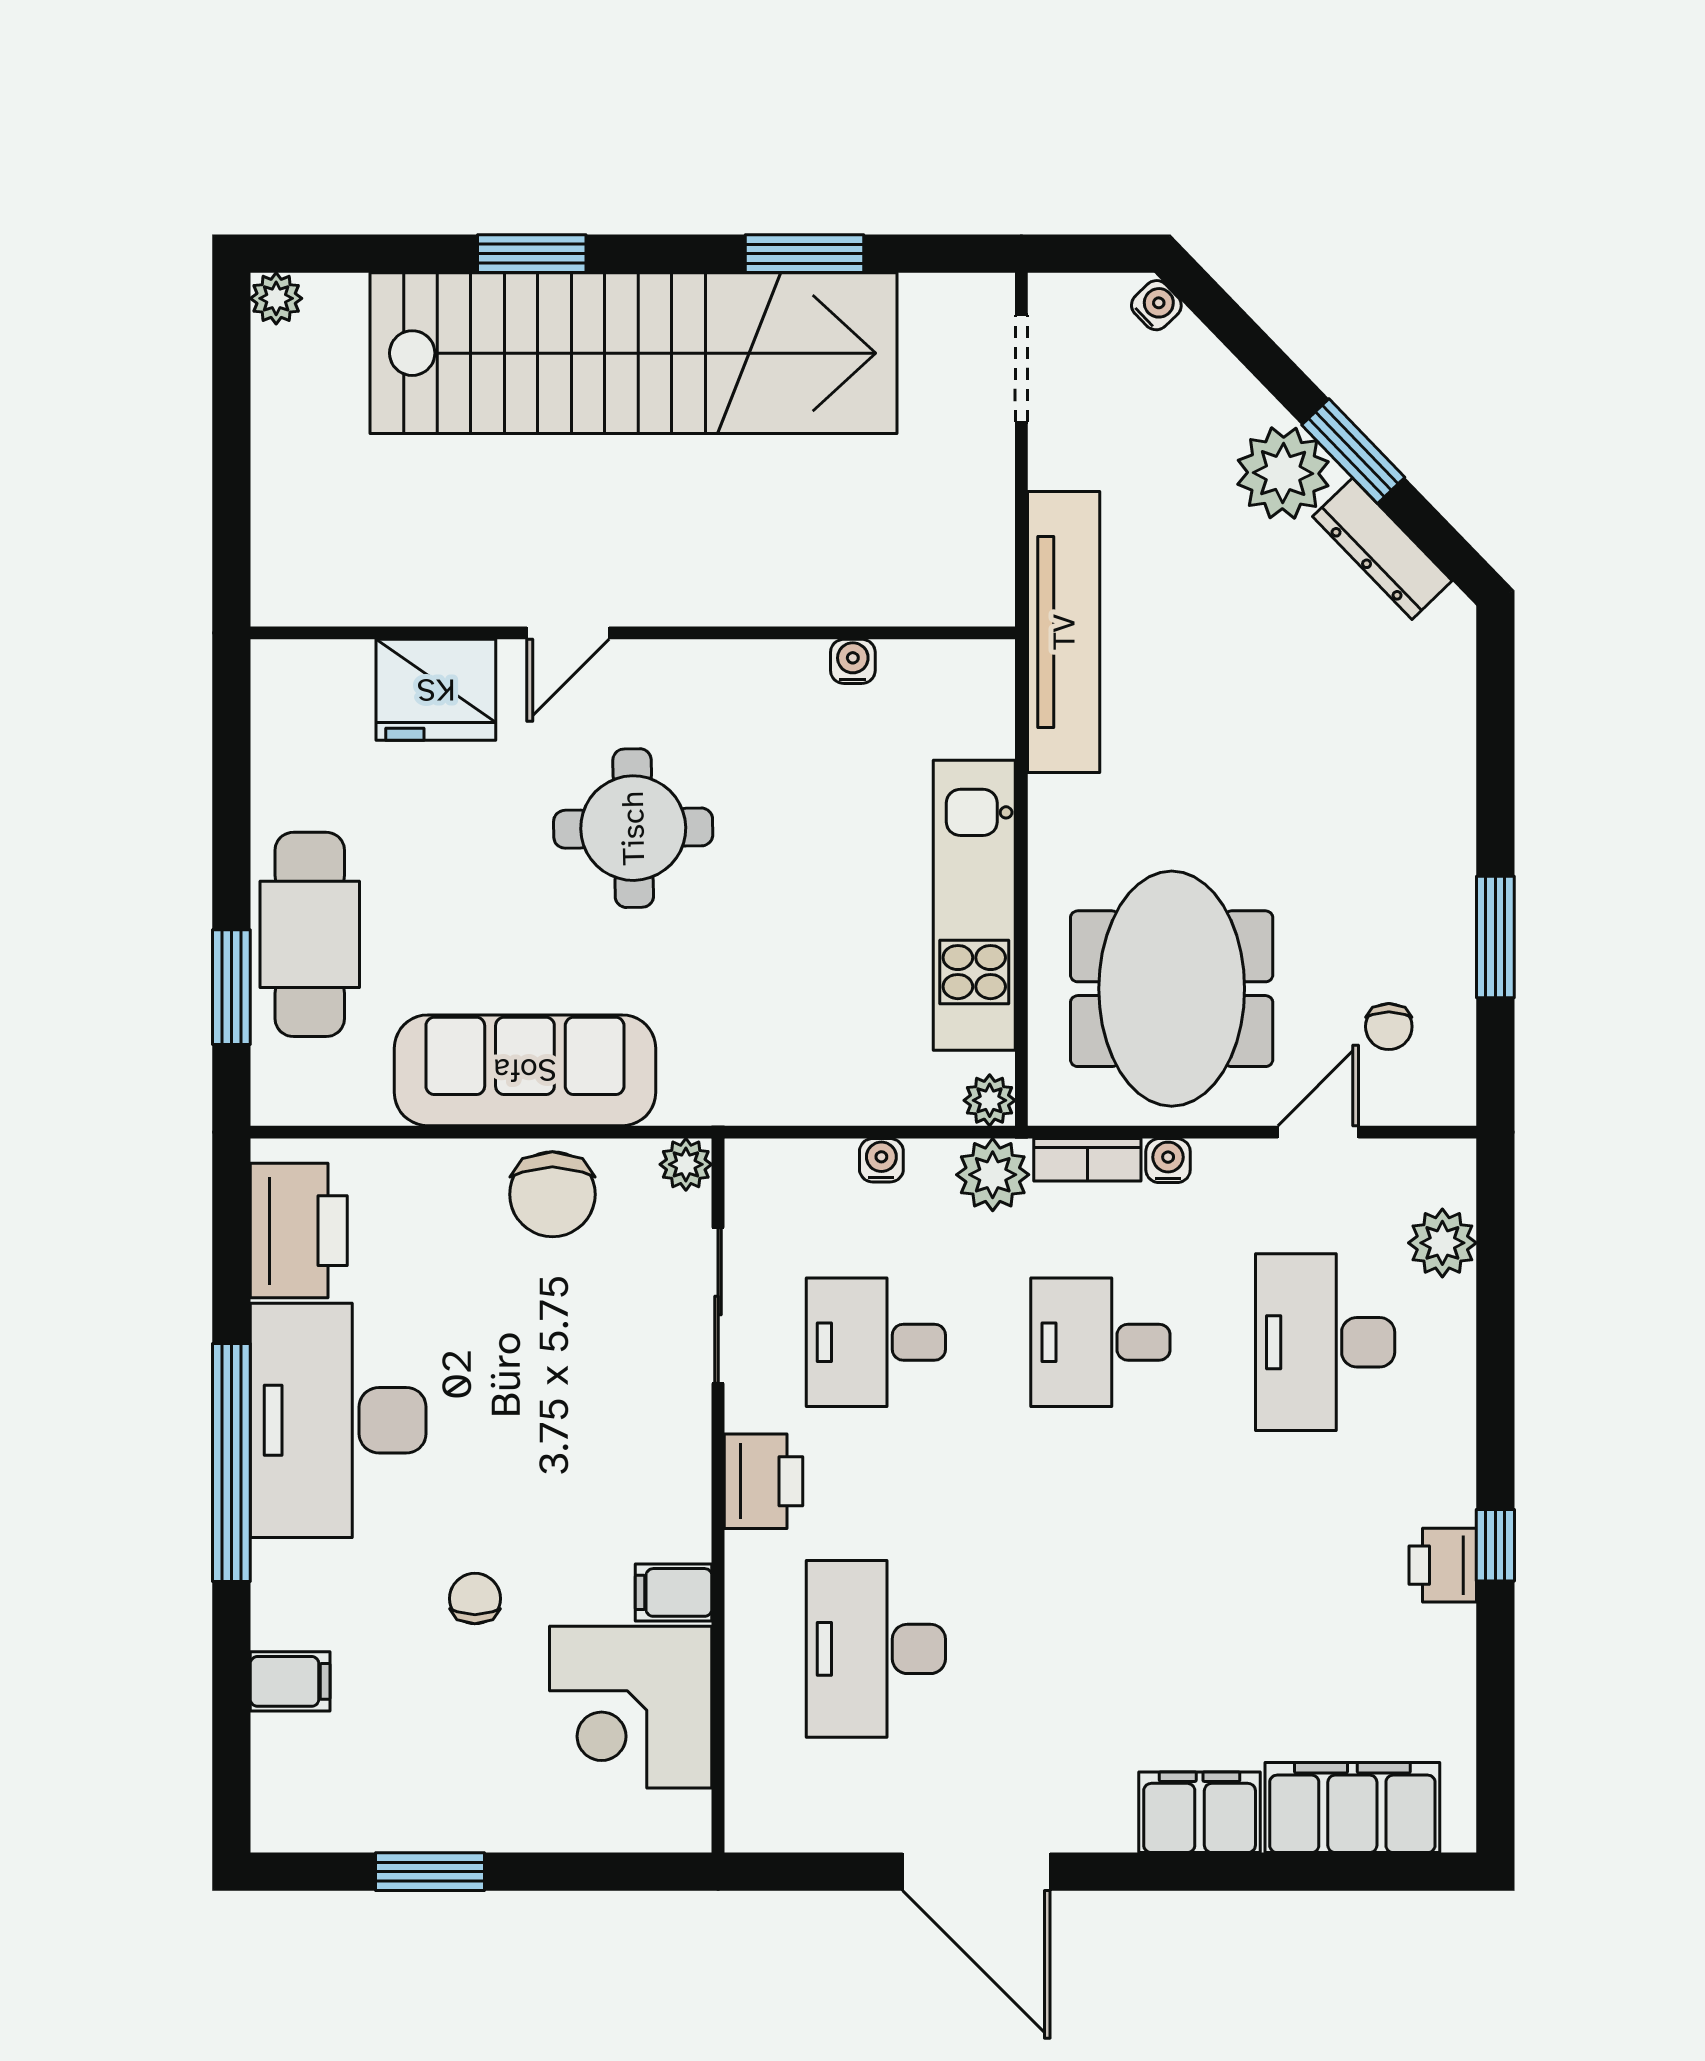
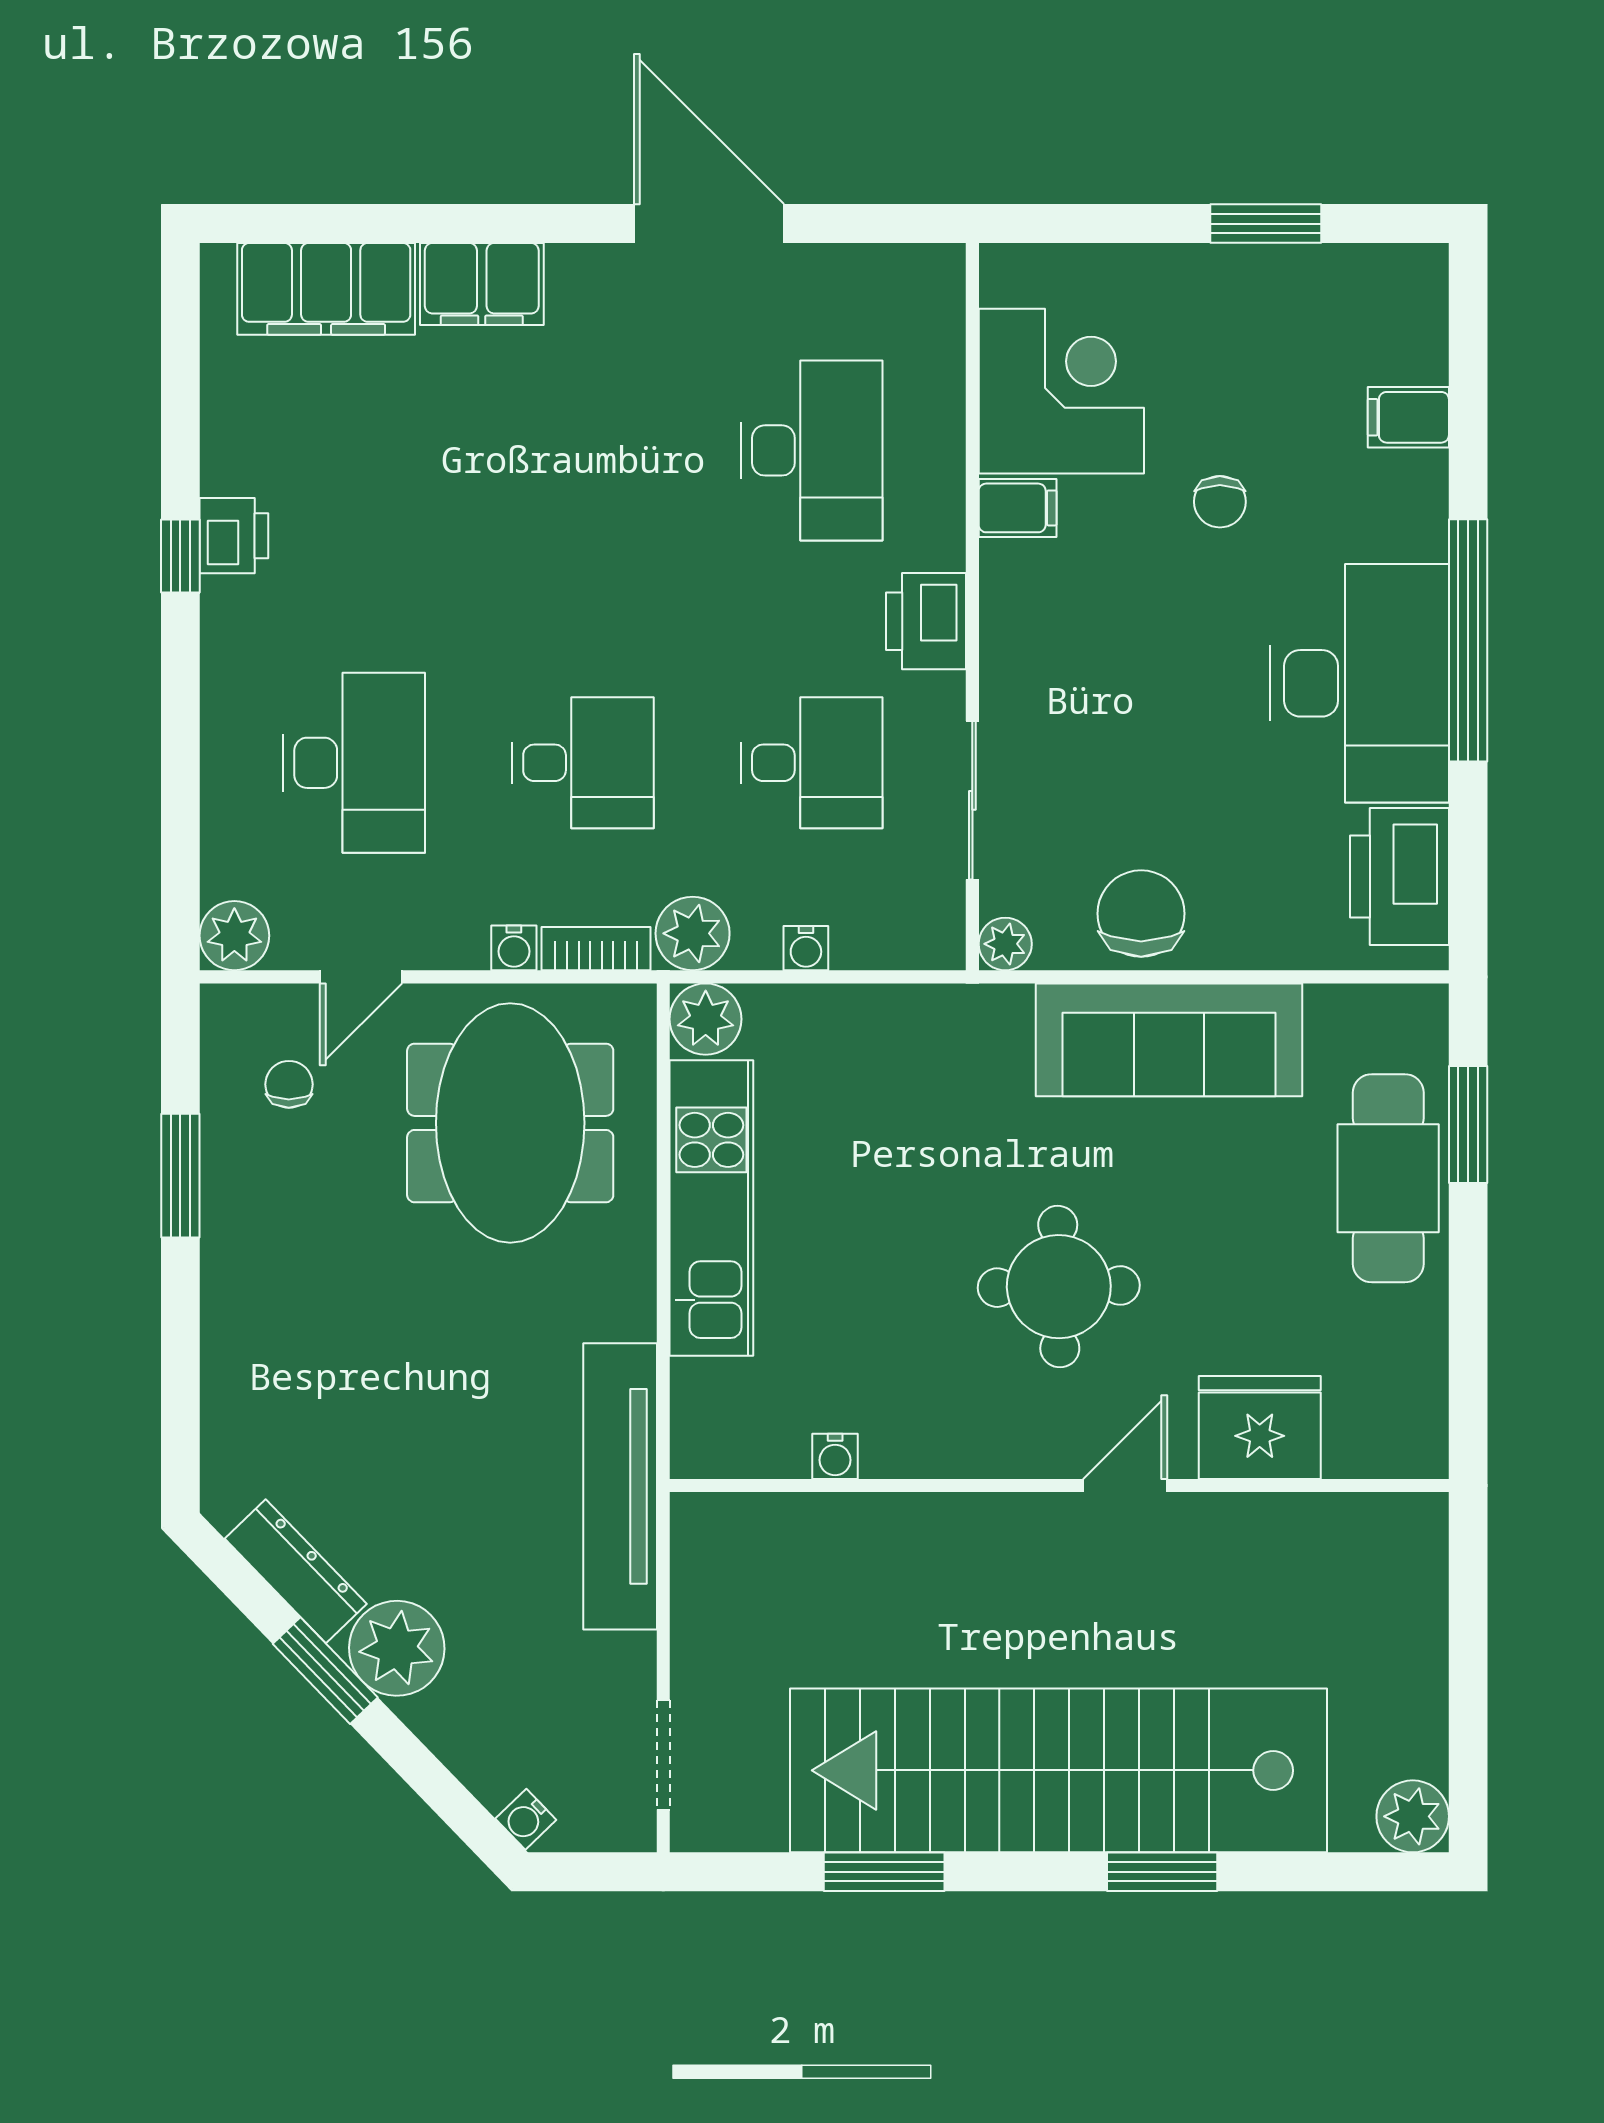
plant: (276, 298) -> (1413, 1816), width x1.38, depth x1.38
plant: (990, 1100) -> (706, 1019), width x1.38, depth x1.38
plant: (1442, 1243) -> (234, 936), moved

